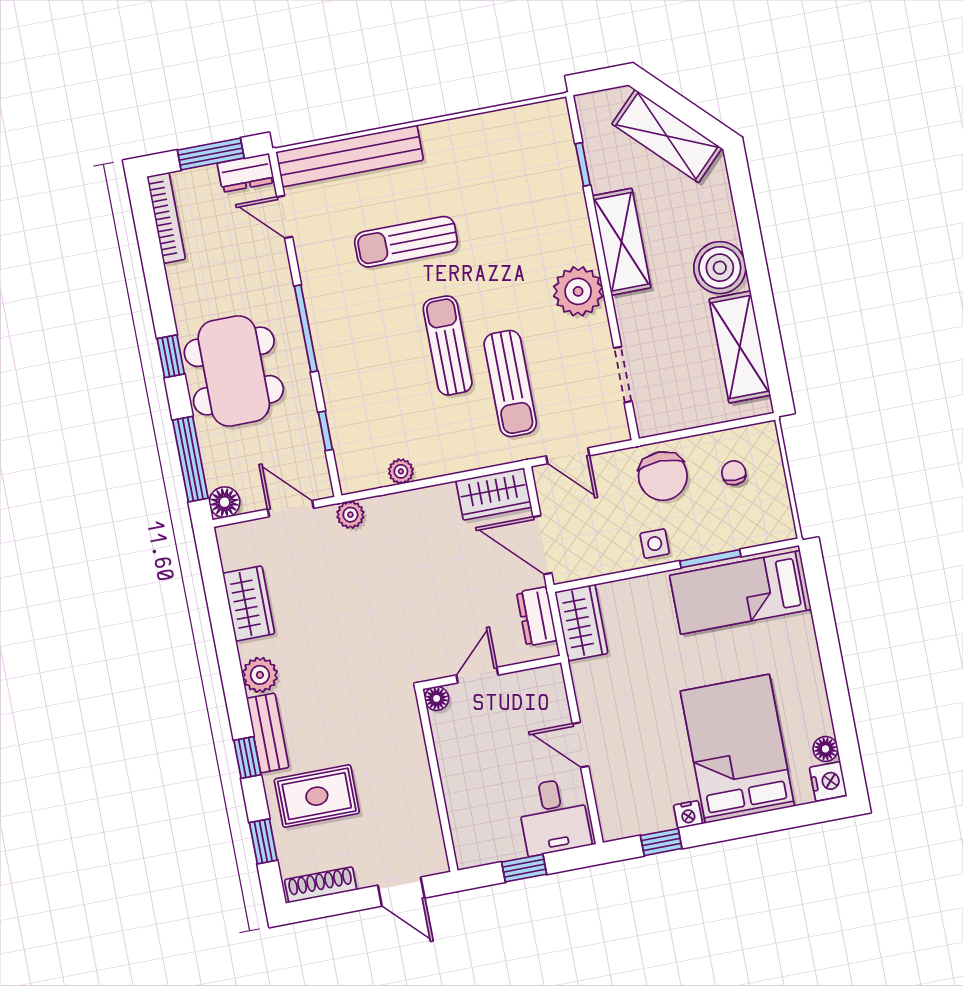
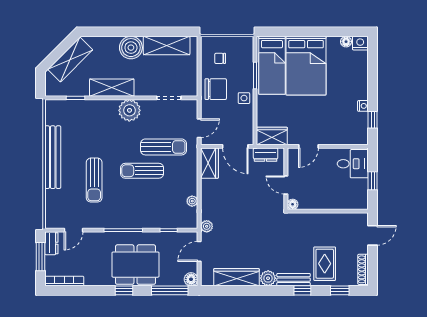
bench: (350, 156) -> (53, 157), moved
door: (542, 545) -> (235, 146), hinge flipped
wardrobe: (249, 603) -> (236, 277), width x1.50
door: (581, 745) -> (308, 146), moved
bed: (737, 749) -> (306, 66), moved, turned -90

